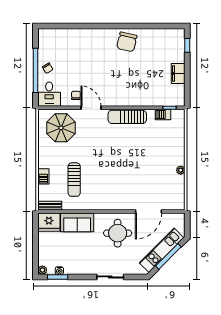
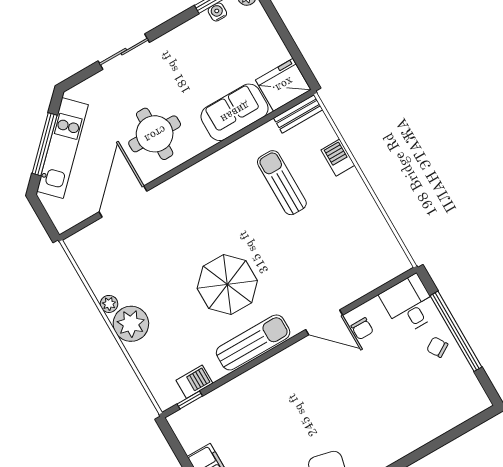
parasol: (61, 128) -> (227, 285), moved
plant: (176, 156) -> (131, 324), added

